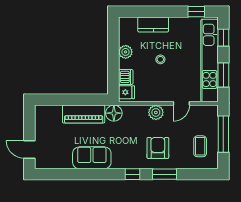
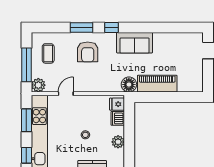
plant: (156, 112) -> (38, 85), moved
sofa: (92, 158) -> (135, 43), moved

